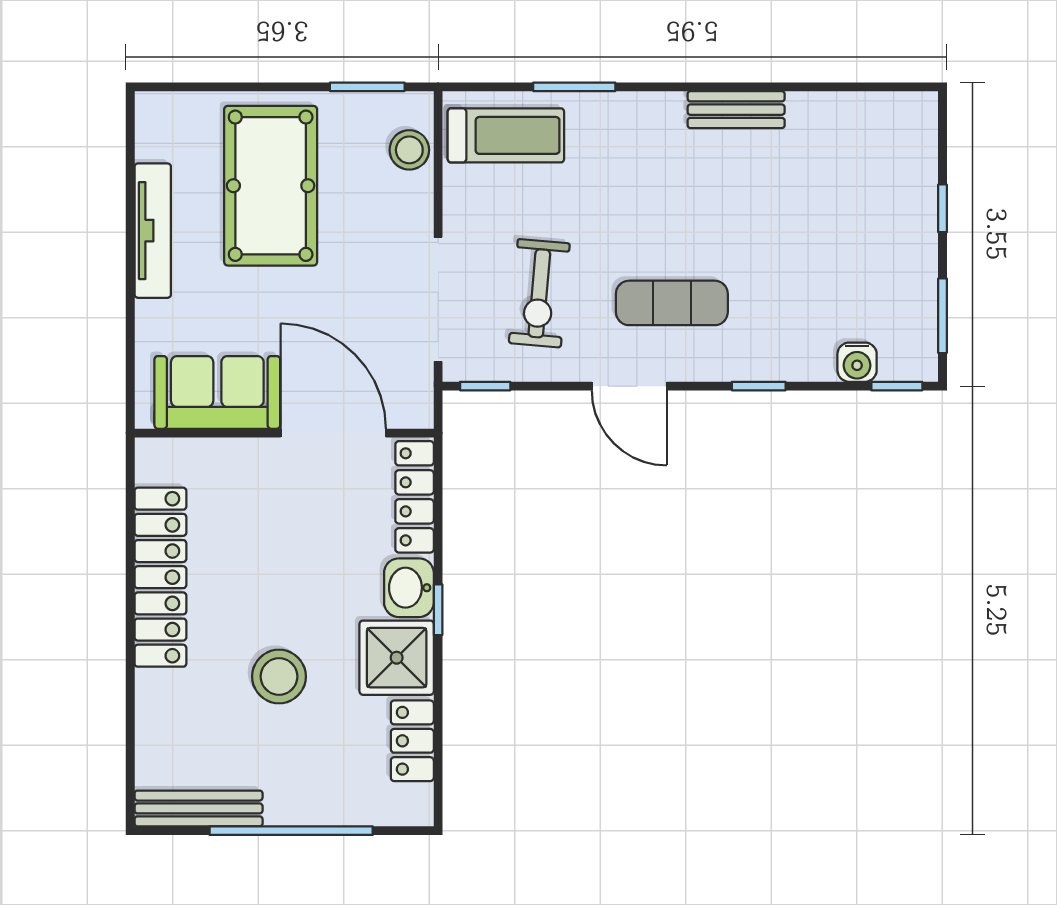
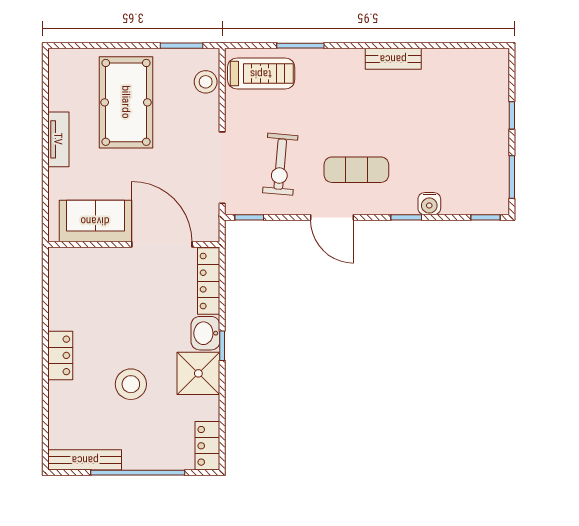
tv unit: (153, 231) -> (58, 139), width x0.71
water cooler: (857, 362) -> (429, 204), moved
locker: (160, 577) -> (60, 355), width x0.46, depth x0.83
locker: (412, 741) -> (207, 446), moved

